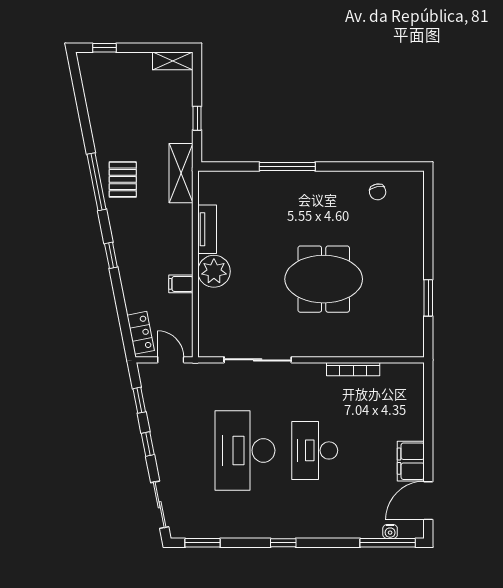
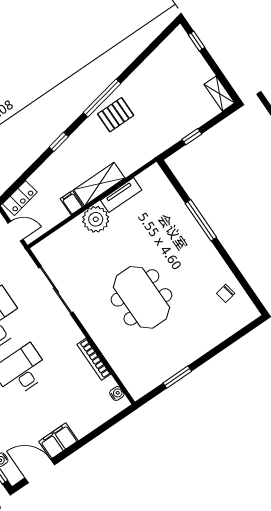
shelving: (181, 173) -> (99, 184), moved
door: (171, 360) -> (16, 231), hinge flipped
water cooler: (403, 370) -> (117, 393), added

